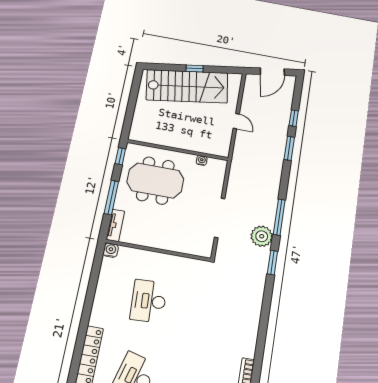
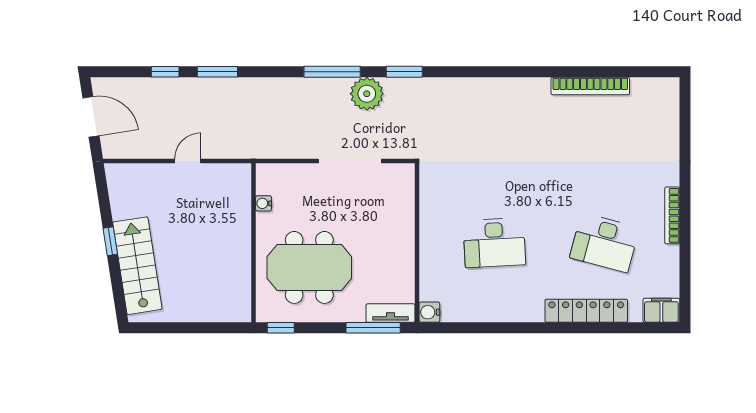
stairs: (187, 86) -> (137, 266), width x0.73, depth x0.66
meeting table: (155, 181) -> (309, 267), turned 90
window: (111, 197) -> (373, 328), moved

